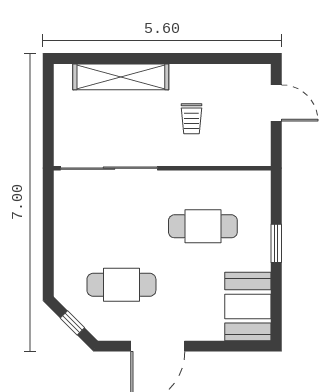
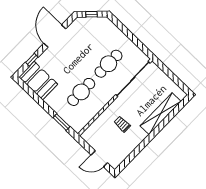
window: (276, 243) -> (61, 122), moved
cafe table: (121, 285) -> (109, 64), moved
window: (226, 346) -> (32, 60), added

